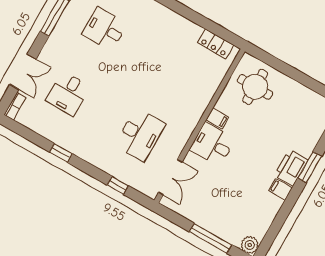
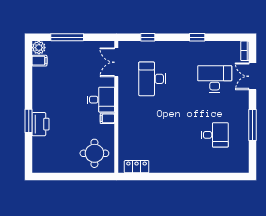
desk: (68, 94) -> (215, 79), width x1.37
printer: (291, 168) -> (41, 124), moved
filing cabinet: (280, 189) -> (39, 61), moved

